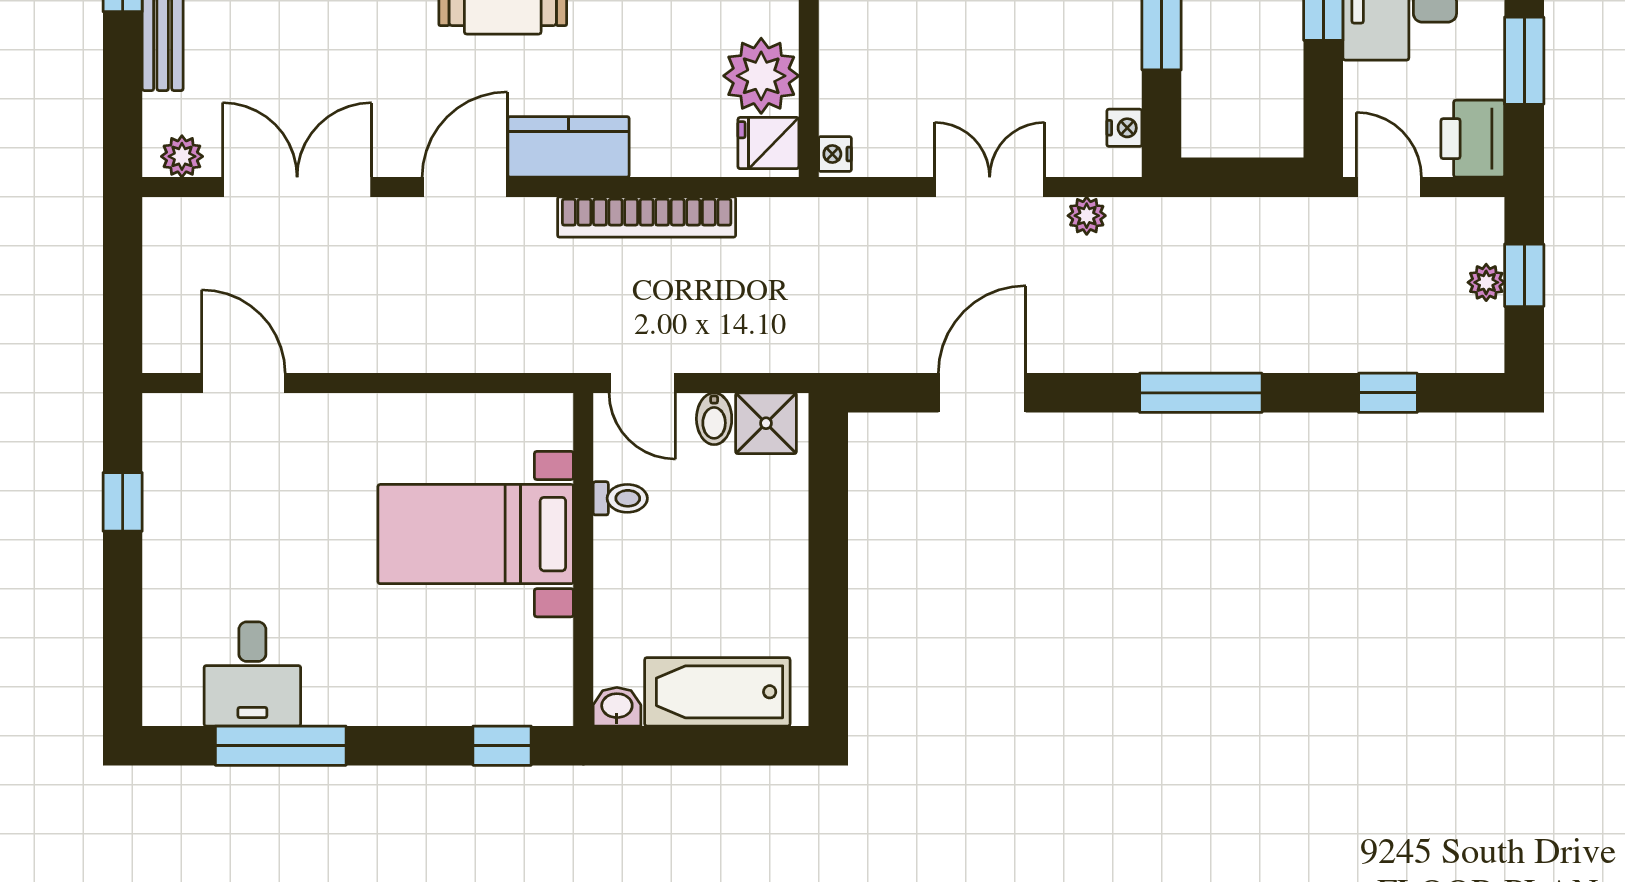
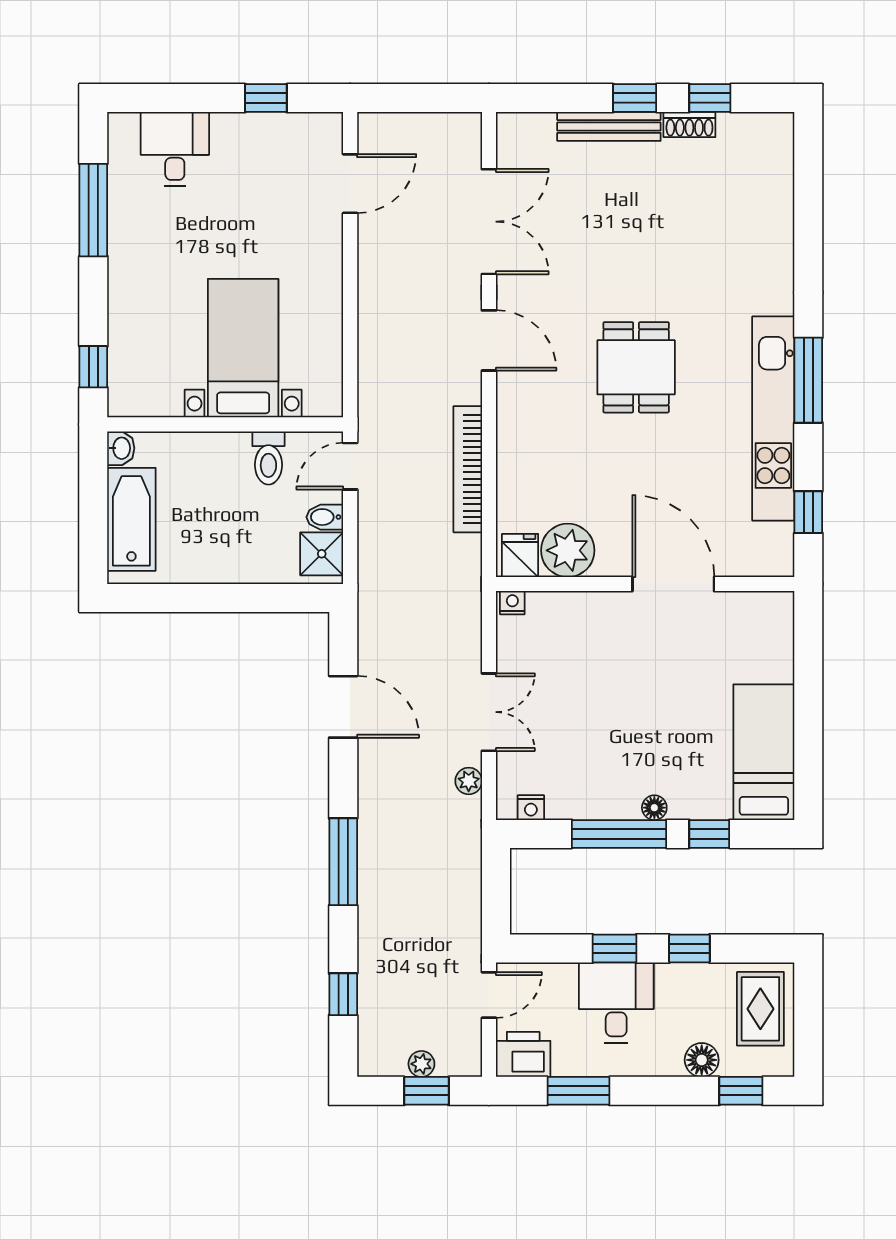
kitchen counter: (568, 147) -> (517, 414), removed
plant: (182, 156) -> (511, 140), removed
toilet: (620, 498) -> (268, 458), width x1.37, depth x1.39
desk: (252, 674) -> (175, 149), moved, turned 90

